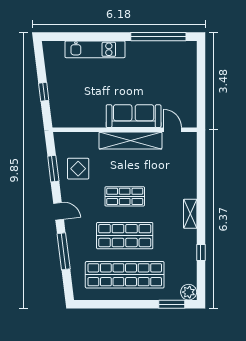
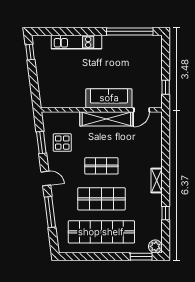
window: (44, 92) -> (30, 52), moved
window: (201, 103) -> (166, 87), added
door: (172, 130) -> (142, 110), swing flipped

